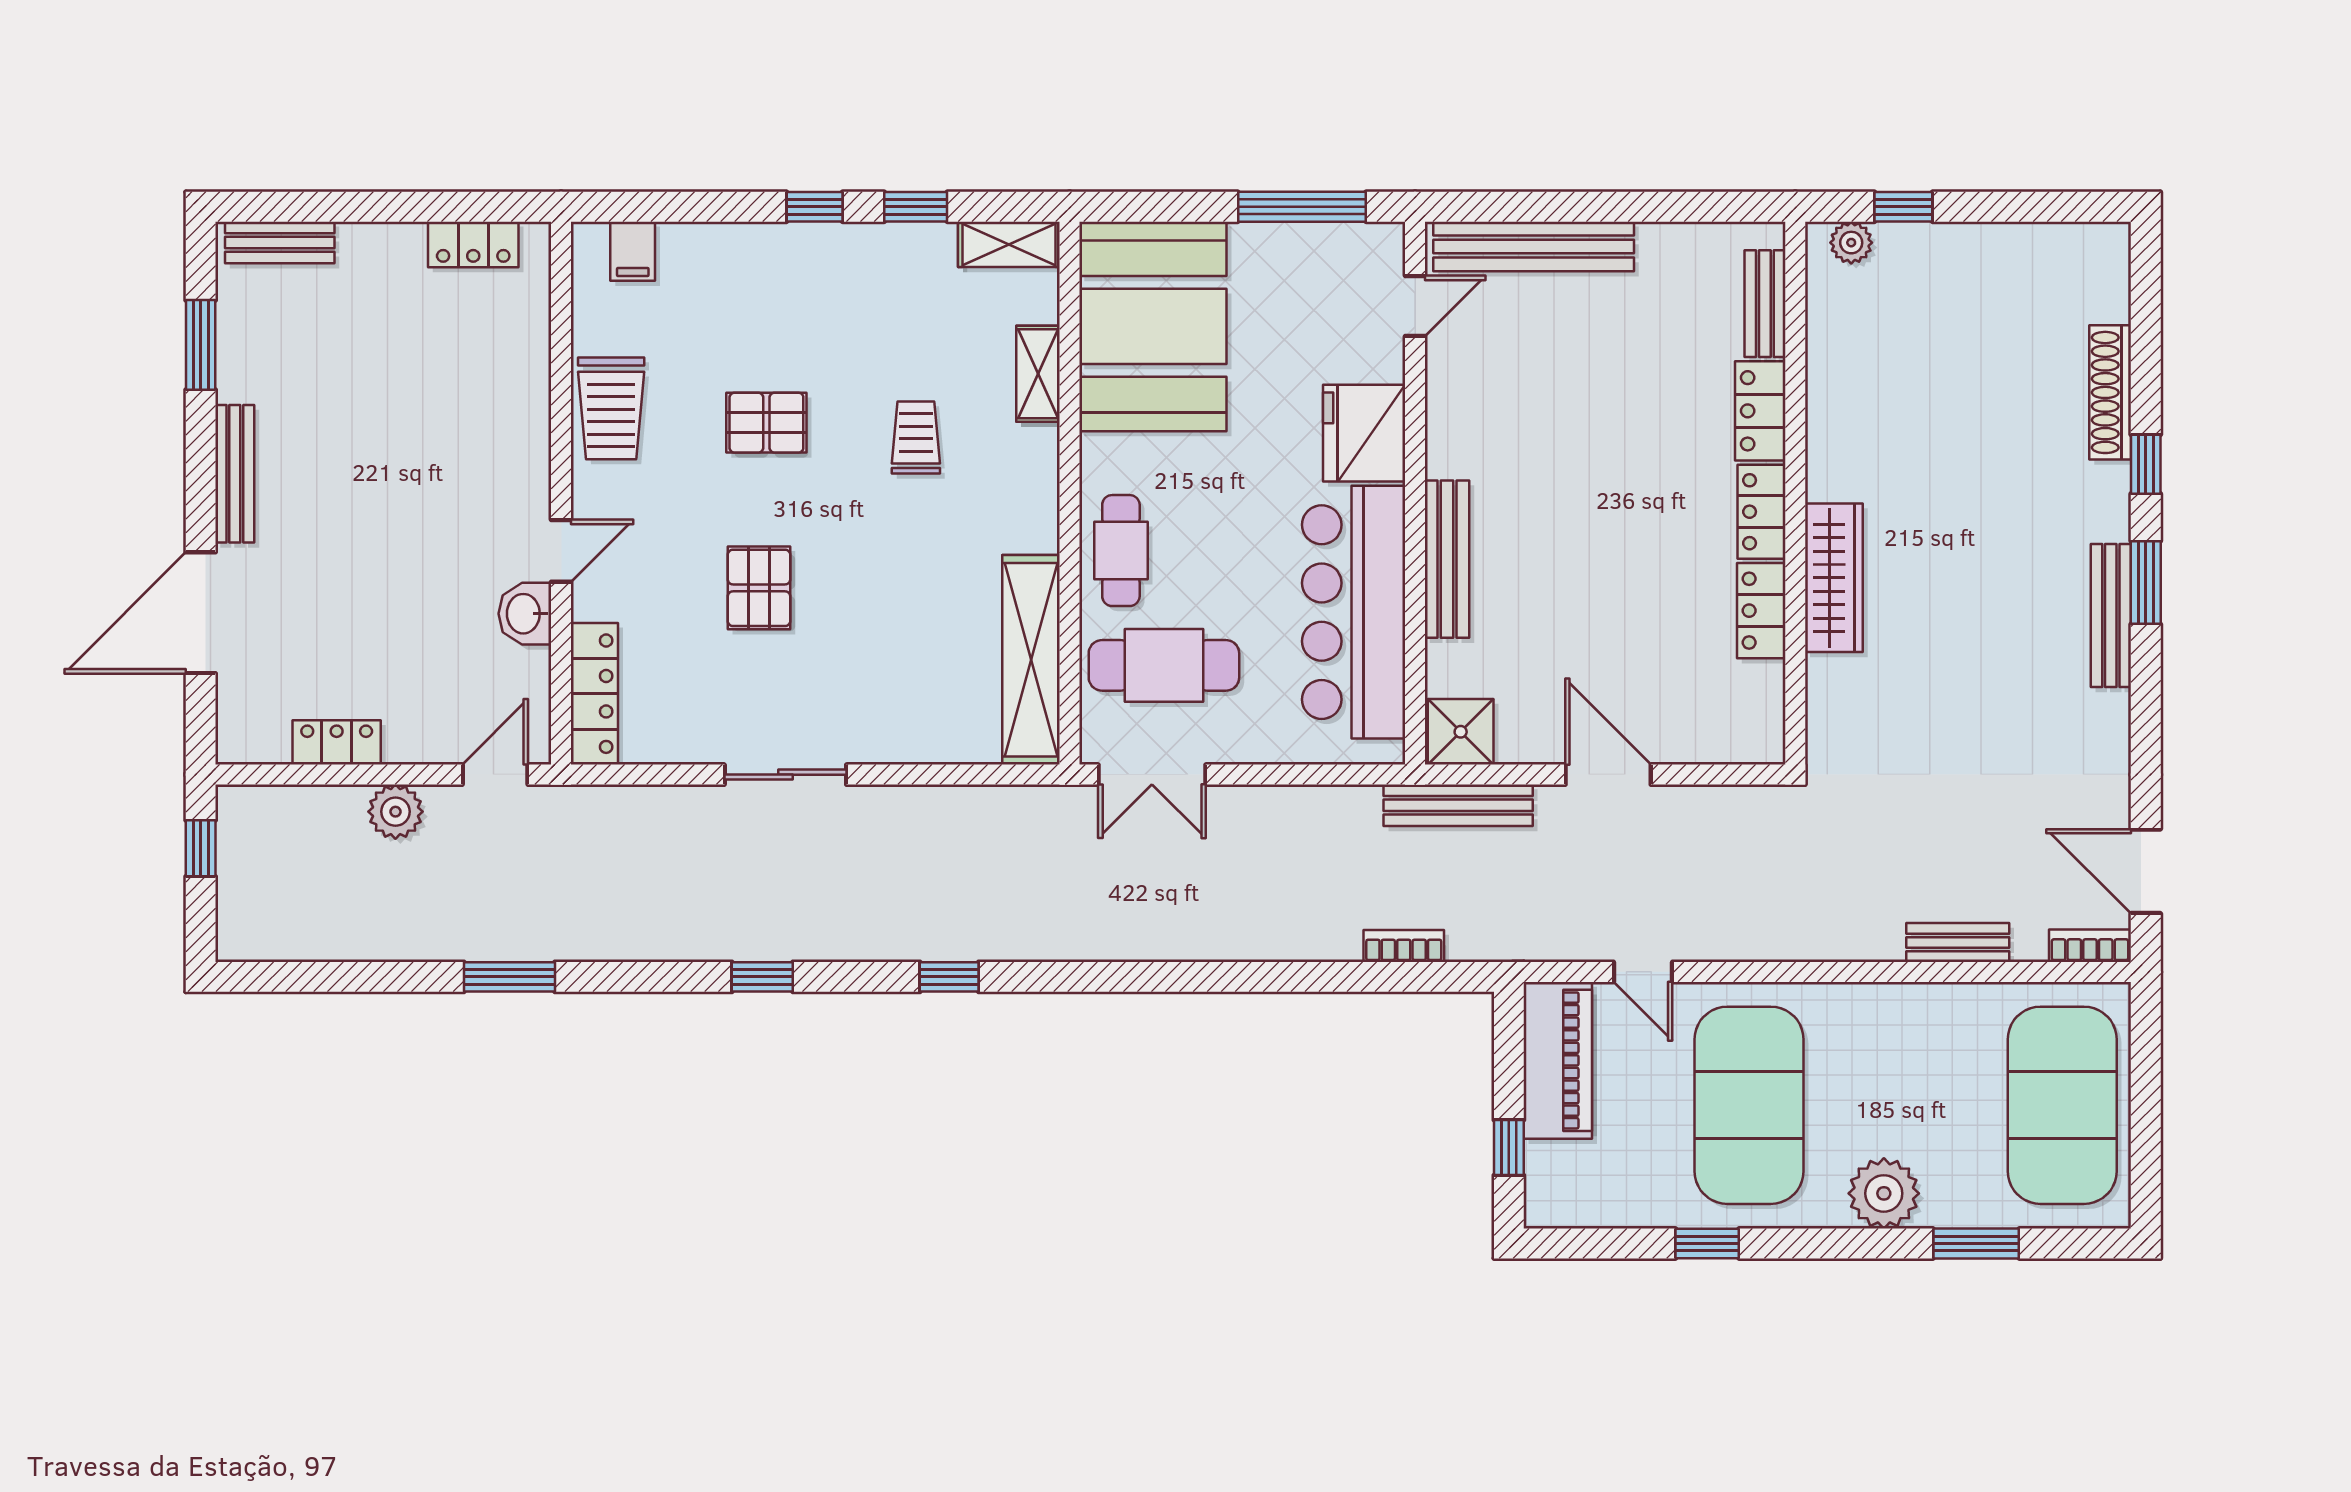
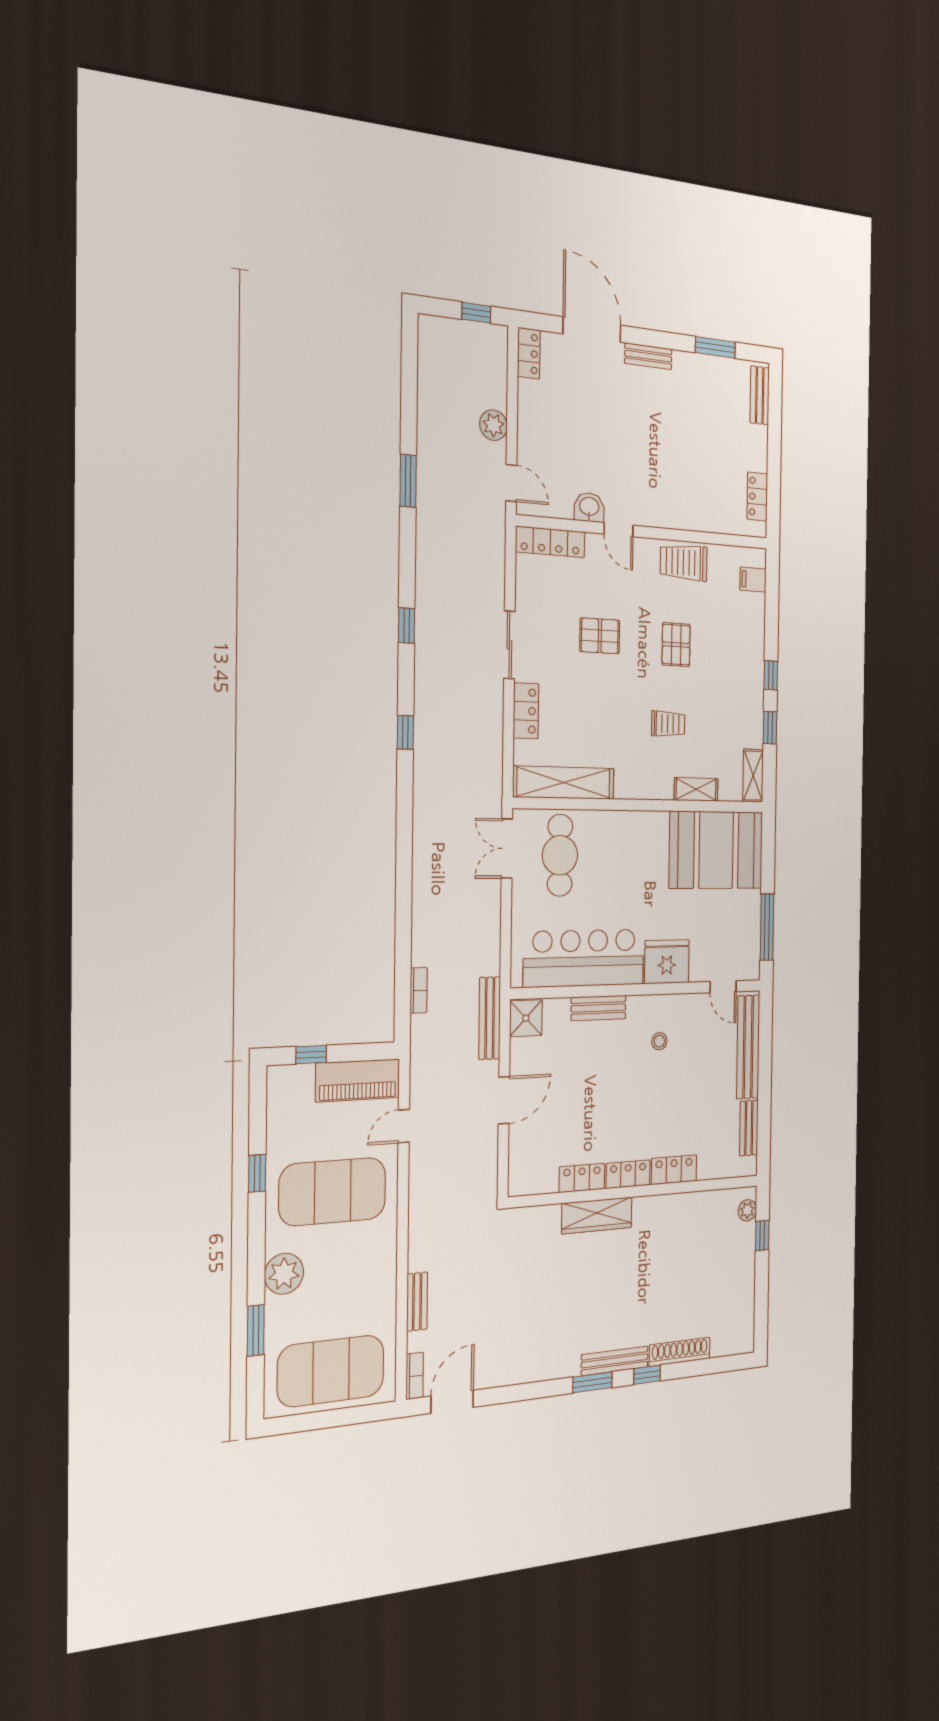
bench: (1765, 304) -> (749, 1128), moved, turned 90
stool: (1514, 447) -> (659, 1041), added
bench: (235, 474) -> (648, 356), width x0.73
cafe table: (1121, 551) -> (615, 832), removed
bench: (1447, 559) -> (598, 1008), width x0.73
bench: (2111, 616) -> (615, 1361), moved
locker: (903, 739) -> (526, 711), added
locker: (337, 742) -> (529, 353), moved

